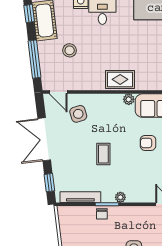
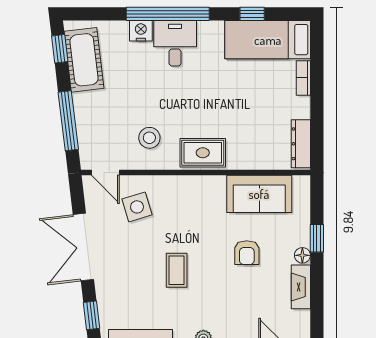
stool: (70, 50) -> (149, 138), moved
plant: (129, 99) -> (216, 184), removed
armchair: (148, 143) -> (247, 253), turned -90

